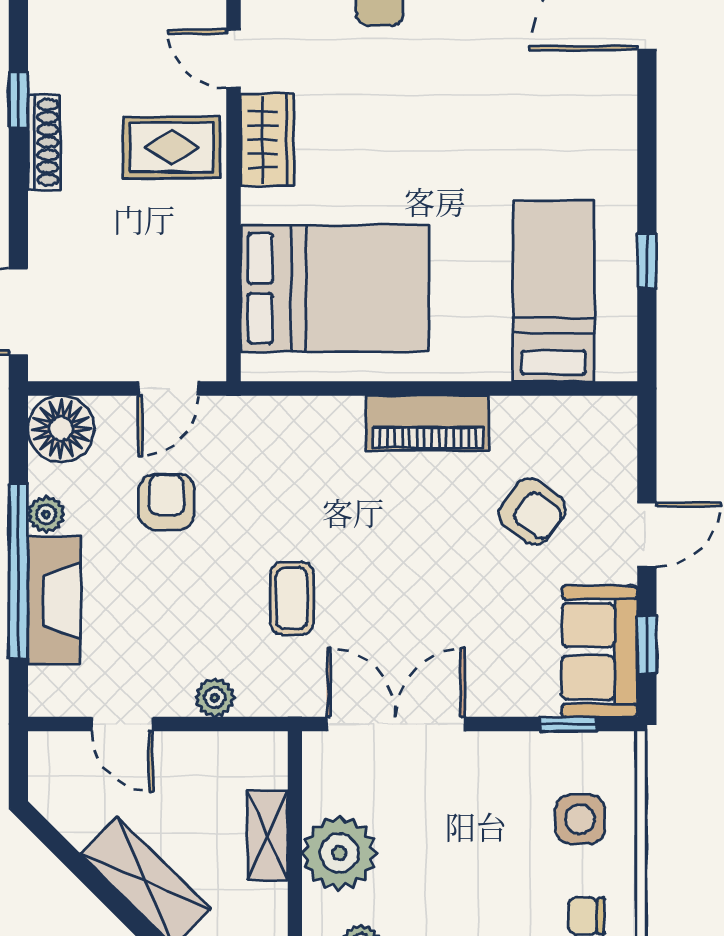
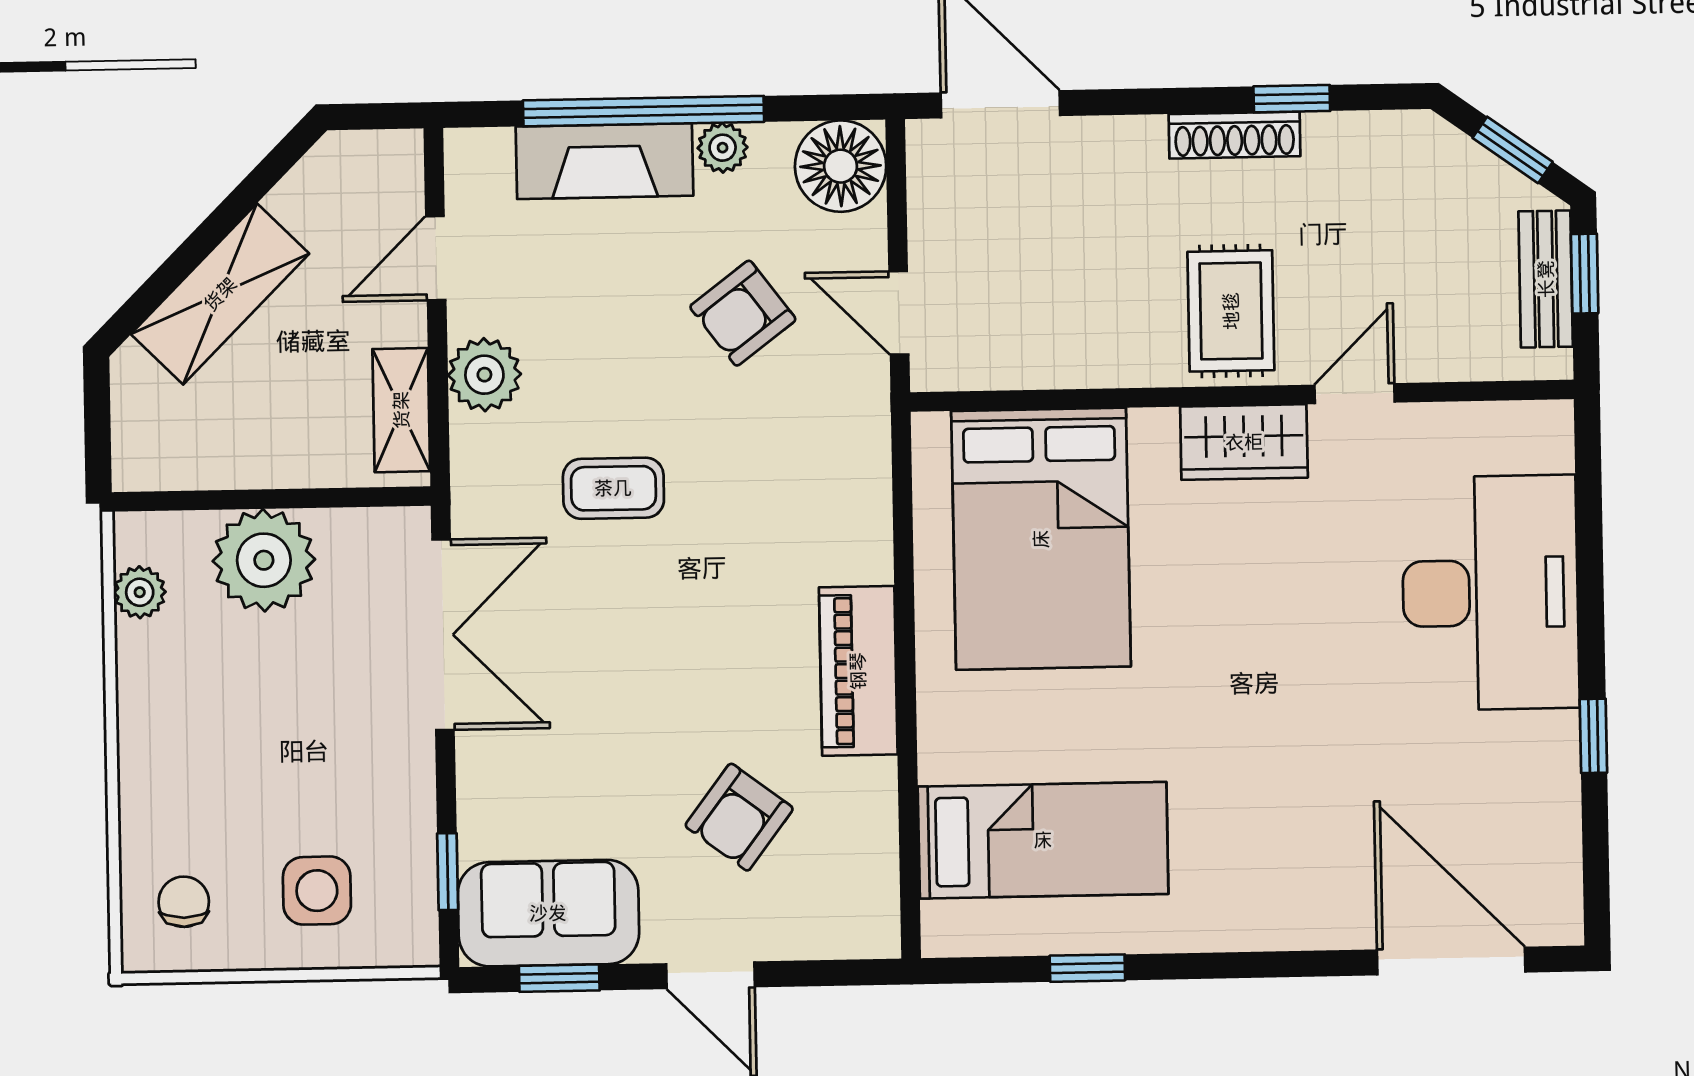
armchair: (166, 502) -> (743, 313), turned 143
plant: (215, 698) -> (484, 375), width x1.38, depth x1.38
shelving: (268, 835) -> (401, 410), moved, turned 90

